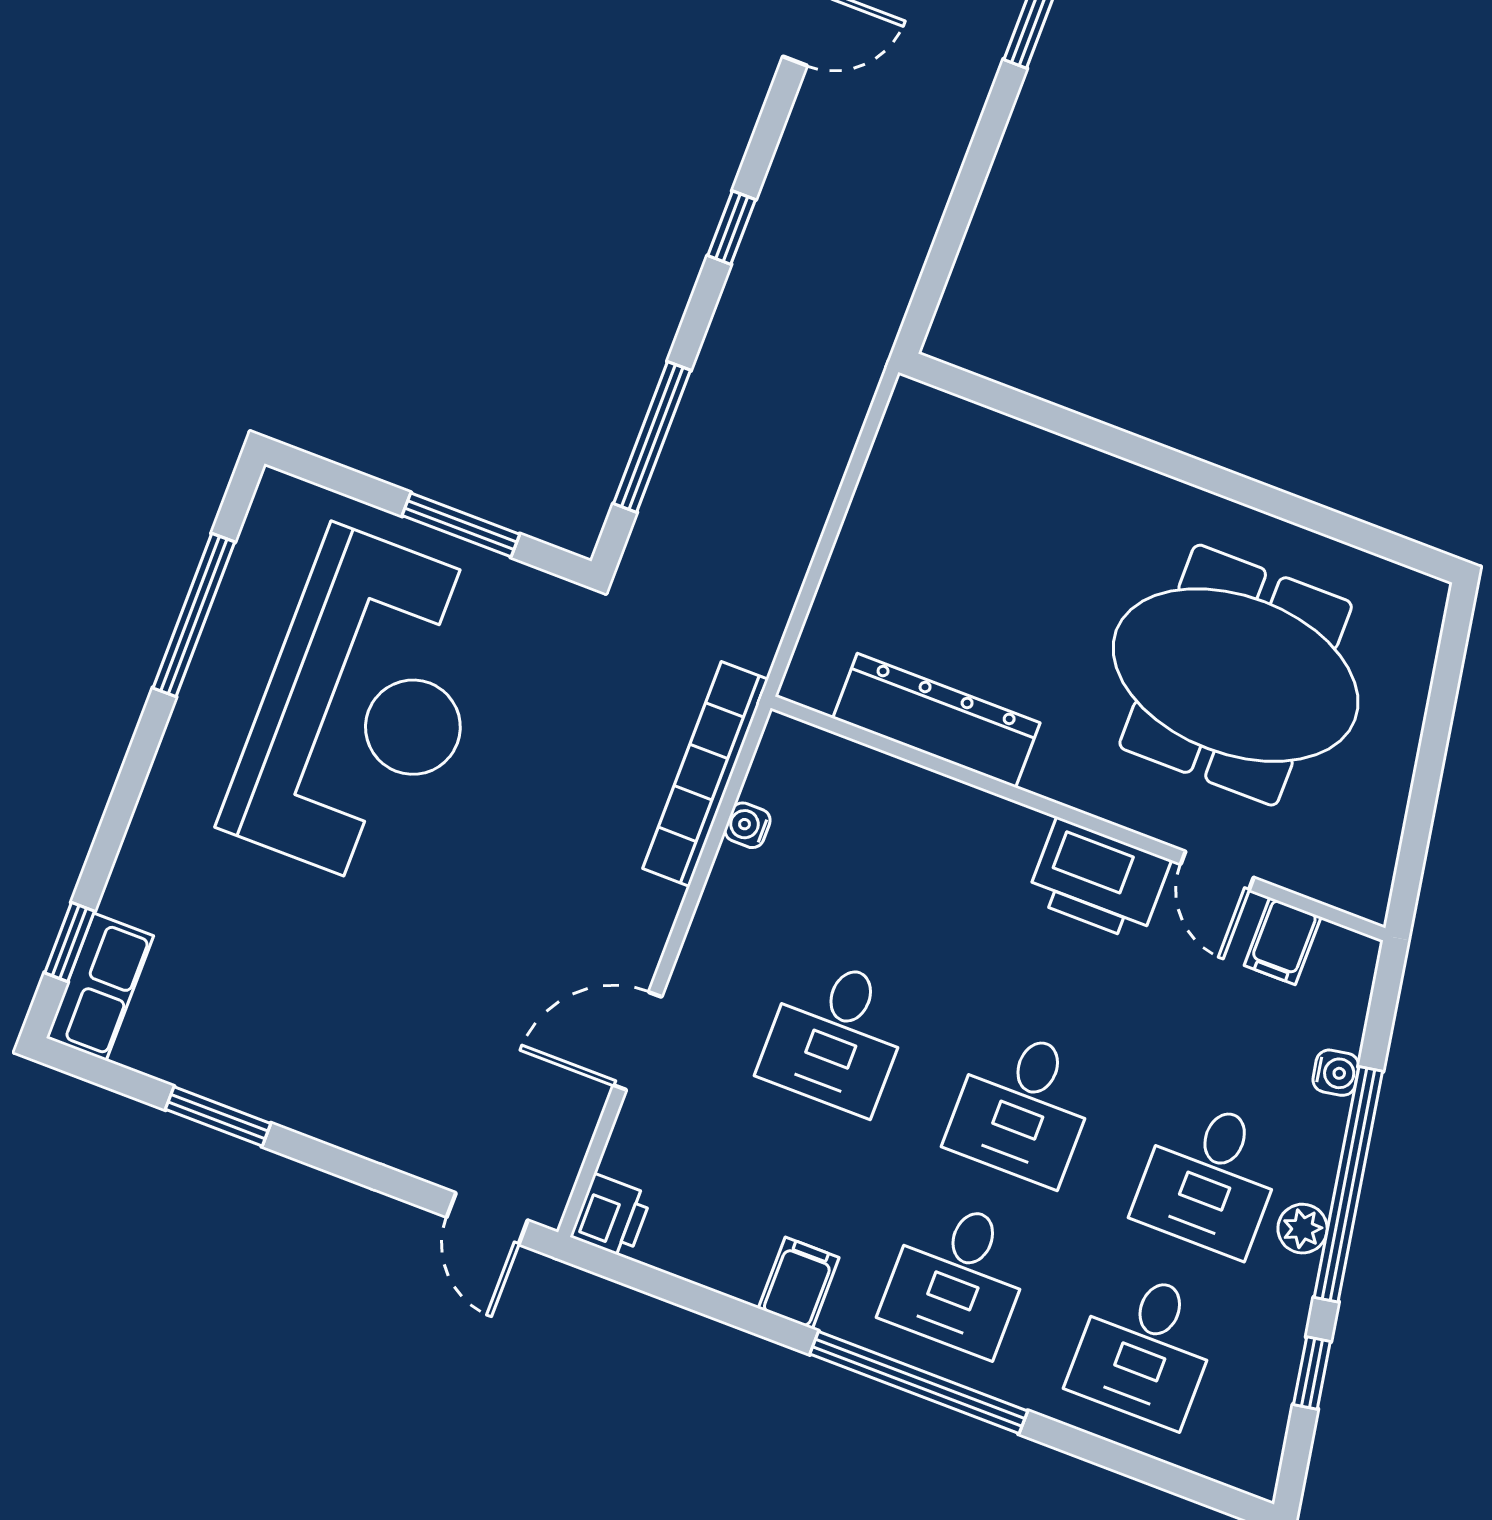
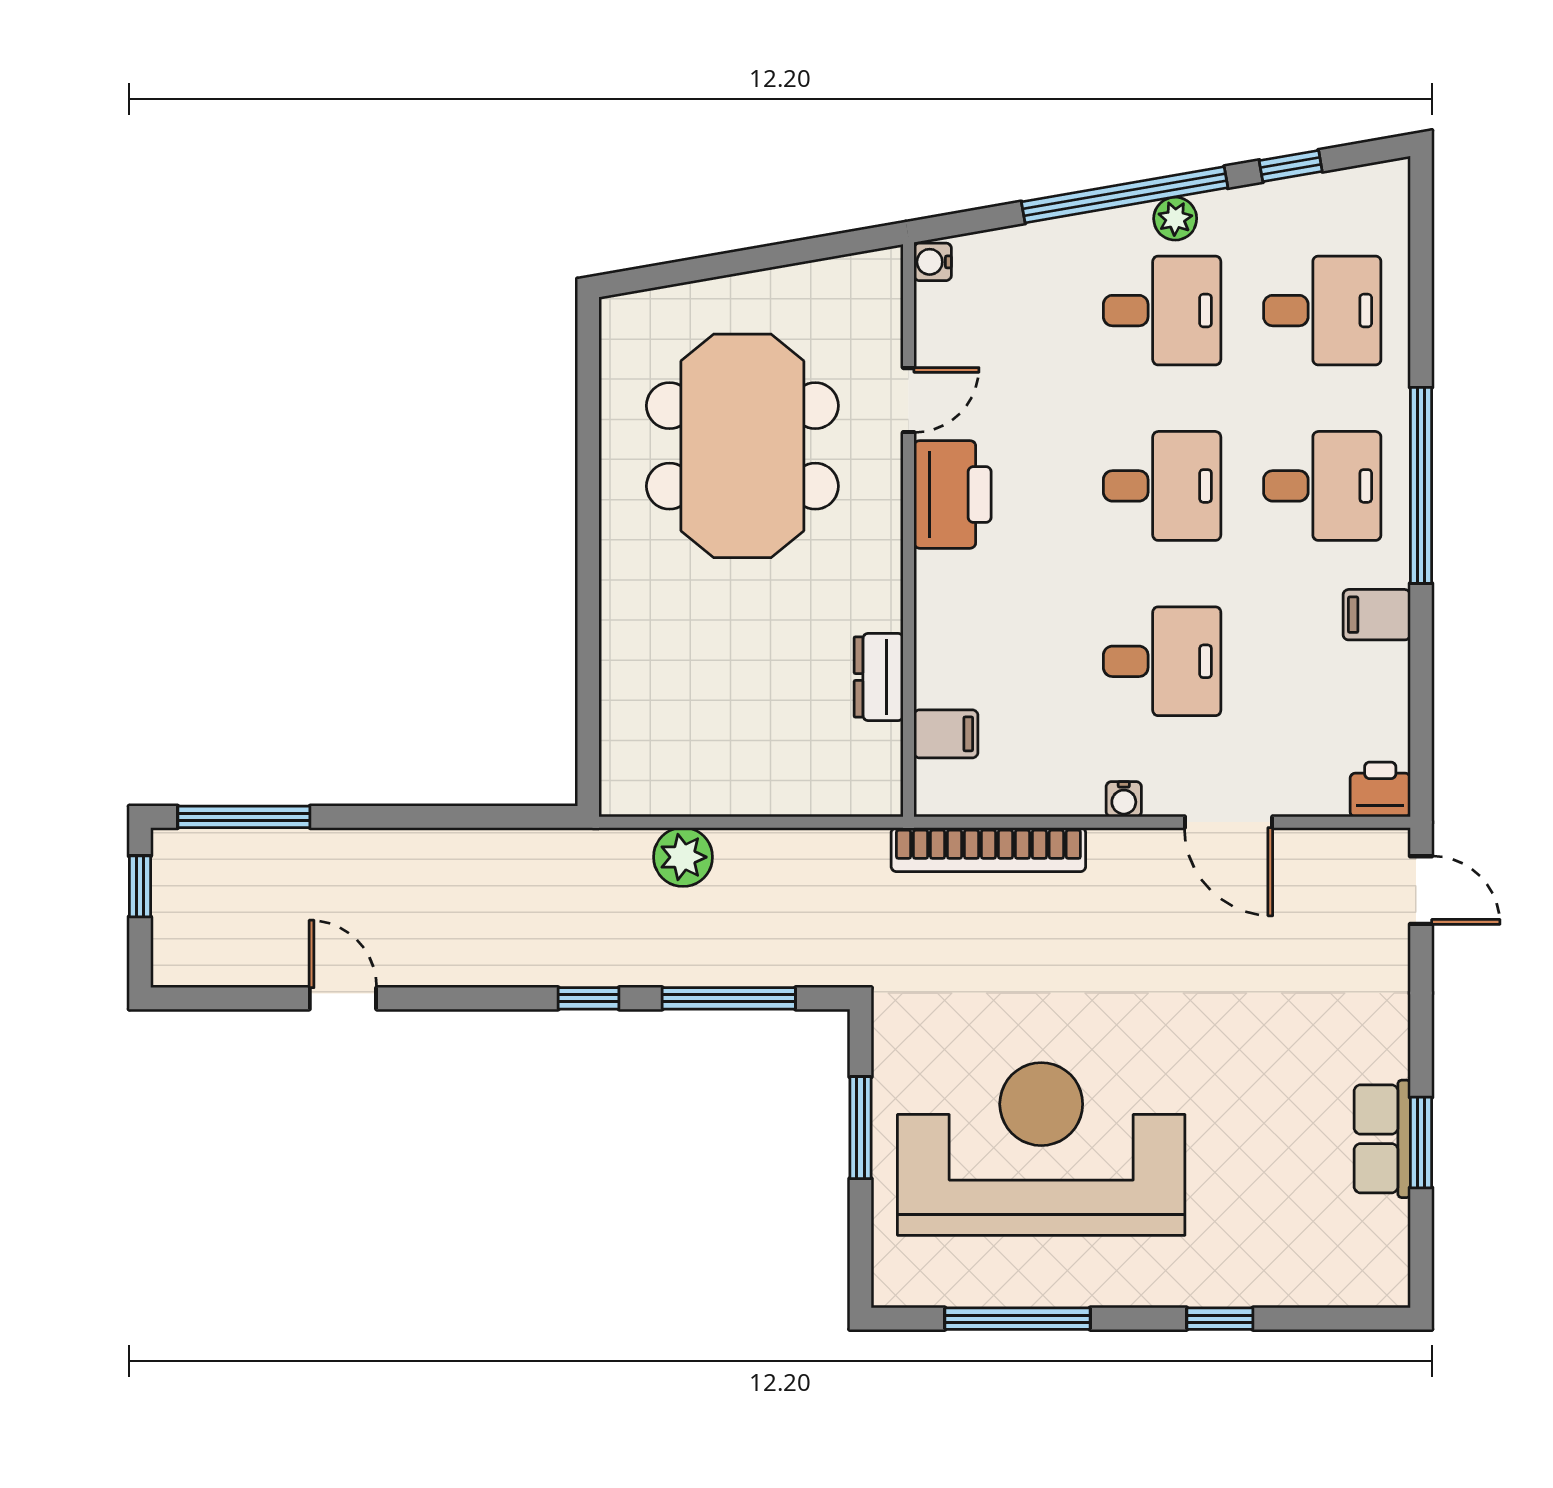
window: (732, 228) -> (589, 998), moved
plant: (821, 445) -> (683, 857), added
dresser: (936, 720) -> (879, 677), width x0.51, depth x0.80
water cooler: (748, 825) -> (1124, 799), moved
filing cabinet: (1283, 941) -> (946, 734), moved
window: (70, 942) -> (1220, 1319), moved
row of seats: (100, 987) -> (1382, 1139), moved, turned -90
water cooler: (1336, 1073) -> (933, 262), moved, turned -80
door: (487, 1219) -> (1421, 890), hinge flipped

